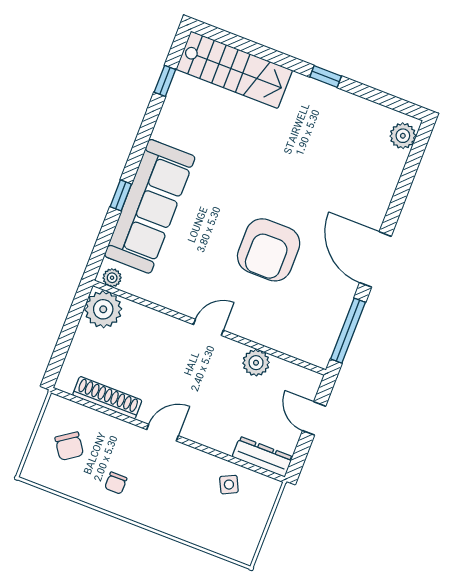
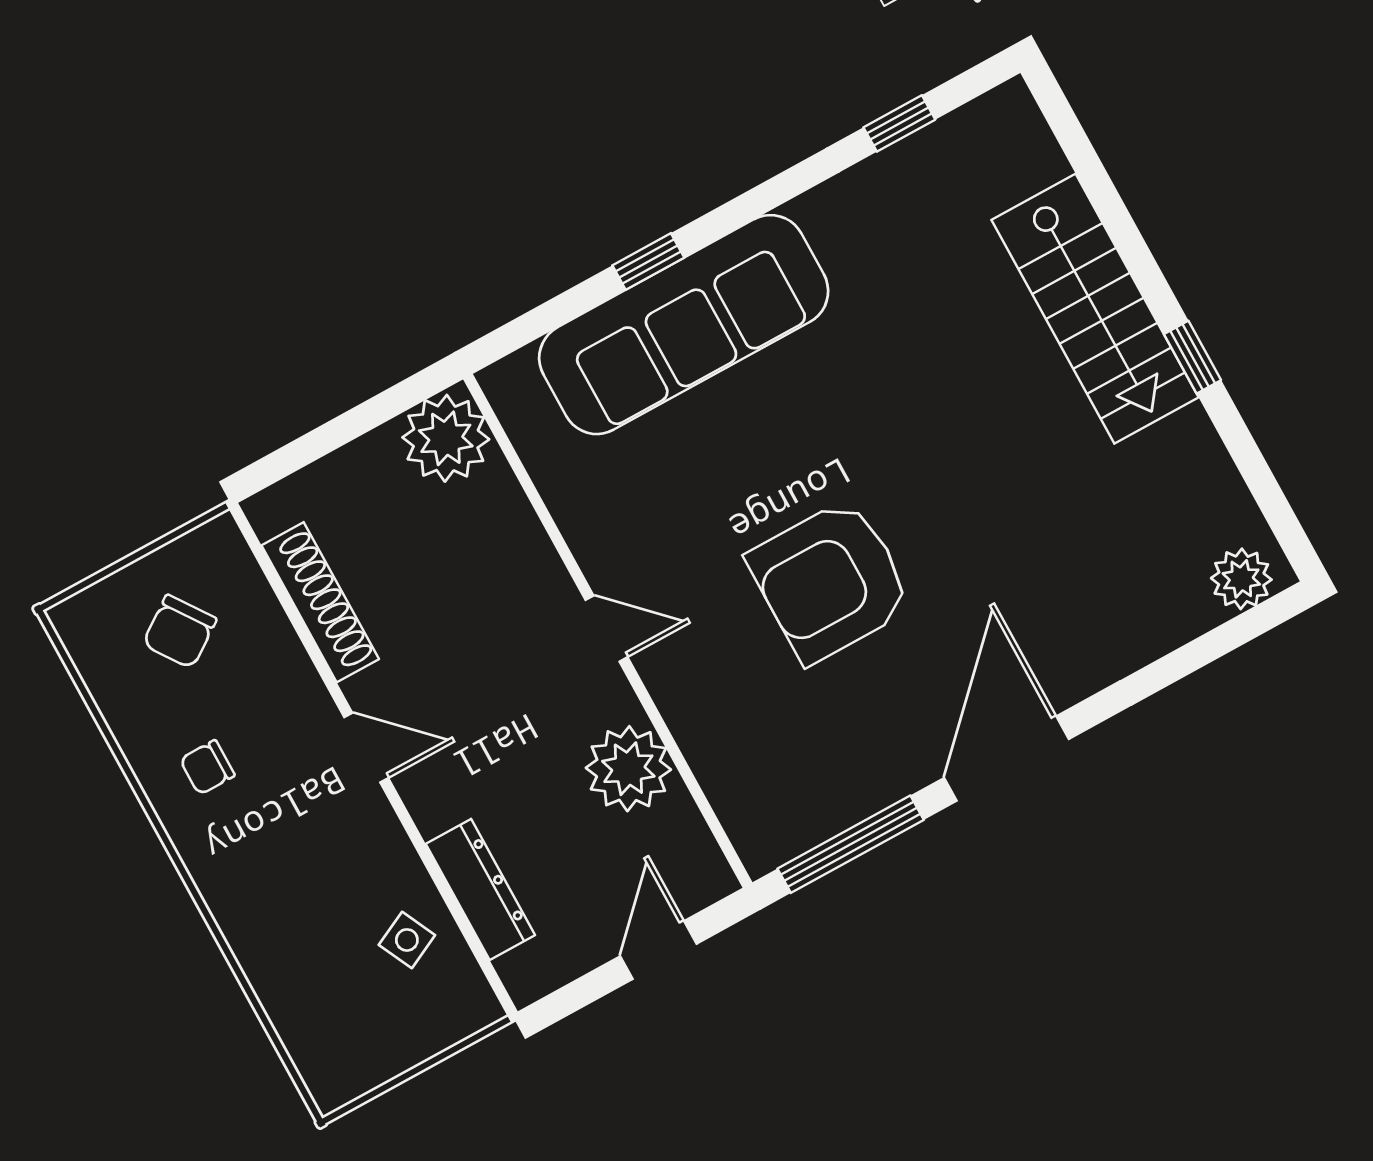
stairs: (234, 70) -> (1095, 309), moved
plant: (112, 278) -> (509, 395), removed
plant: (256, 363) -> (628, 769), width x1.36, depth x1.36
dresser: (262, 457) -> (480, 890), moved

